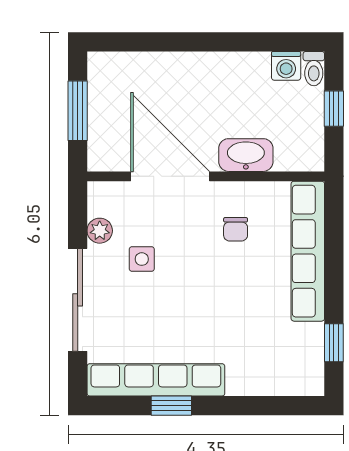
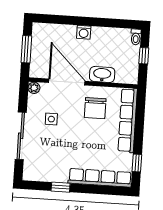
washing machine: (286, 66) -> (84, 32), moved
chair: (236, 229) -> (95, 108), width x1.87, depth x1.87
plant: (100, 231) -> (34, 88), moved
row of seats: (156, 380) -> (100, 178), moved

